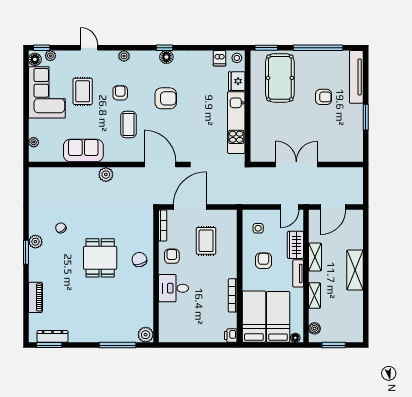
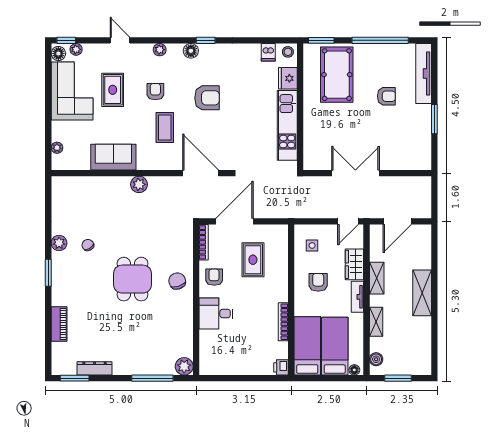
floor lamp: (166, 57) -> (191, 51), moved
plant: (35, 242) -> (59, 243), moved
dresser: (52, 336) -> (95, 368), moved

